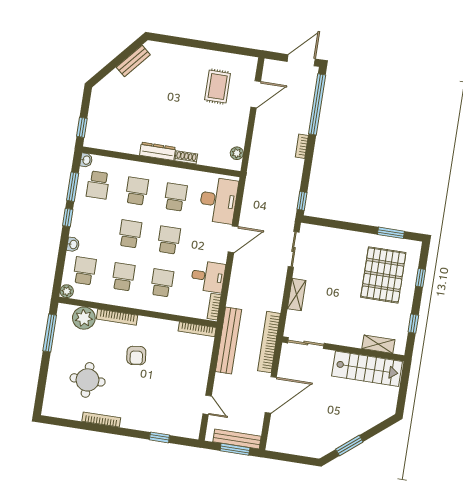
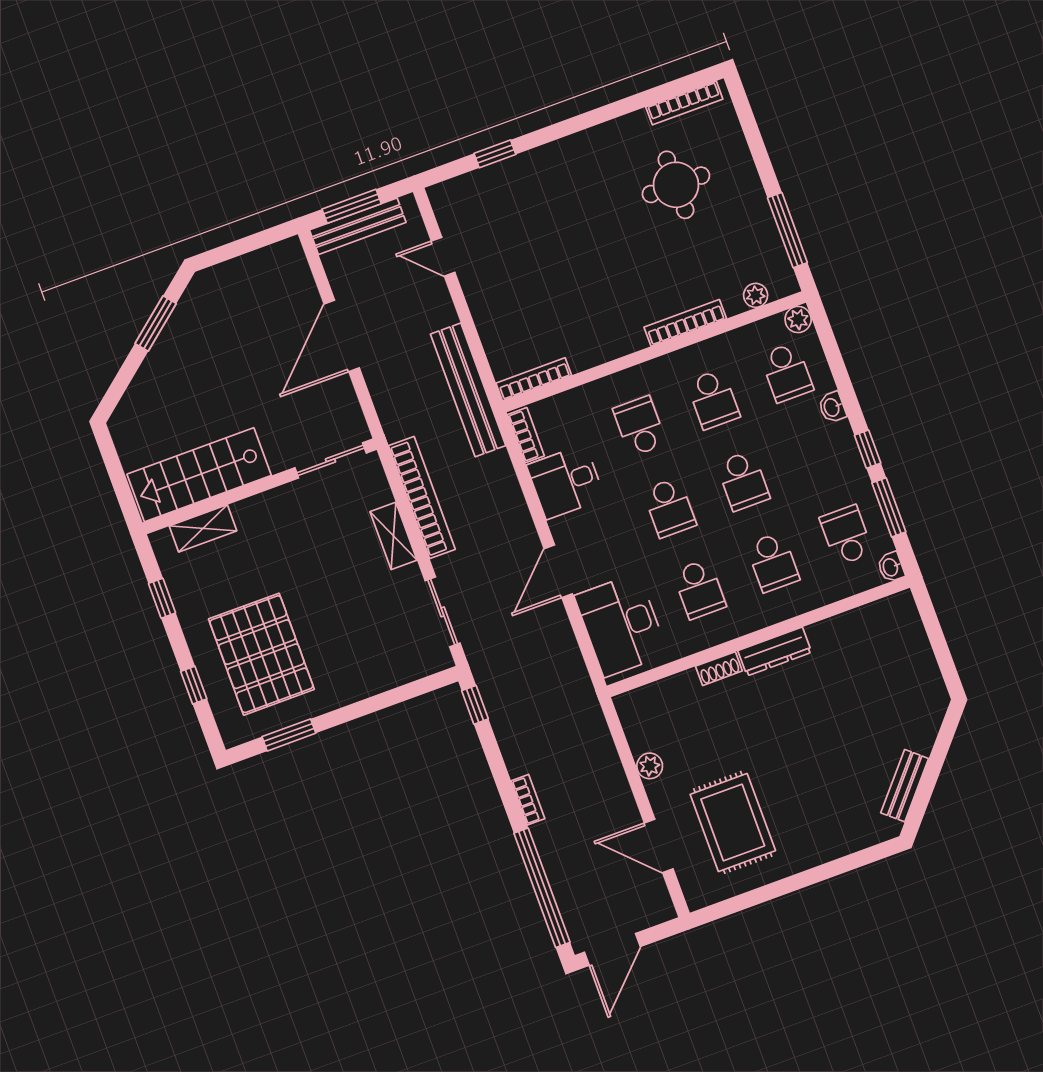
rug: (218, 87) -> (733, 822), width x1.36, depth x1.43
door: (256, 94) -> (659, 846), hinge flipped
window: (82, 127) -> (930, 620), removed
plant: (237, 153) -> (650, 766), moved
school desk: (162, 283) -> (640, 426), turned 180
plant: (84, 318) -> (756, 295), width x0.53, depth x0.53
bookcase: (269, 342) -> (422, 498), moved
armchair: (136, 355) -> (614, 275), removed
bookcase: (101, 420) -> (684, 103), moved

